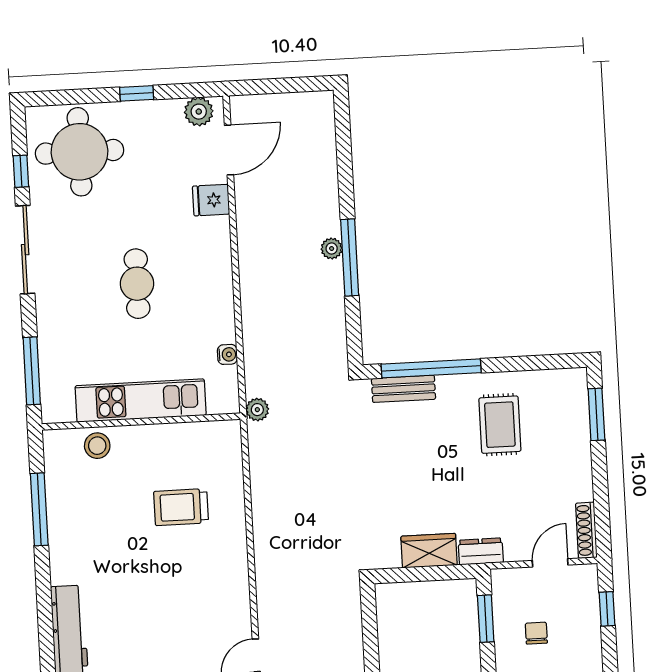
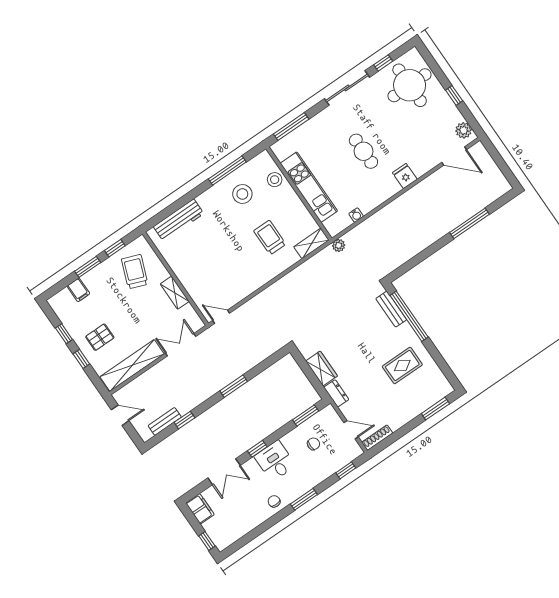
fridge: (211, 200) -> (405, 176), moved
plant: (332, 249) -> (437, 234), removed
window: (350, 257) -> (469, 223), moved
cafe table: (137, 284) -> (363, 151), turned 90
shelving: (229, 449) -> (311, 243), added
stool: (89, 508) -> (242, 194), added

